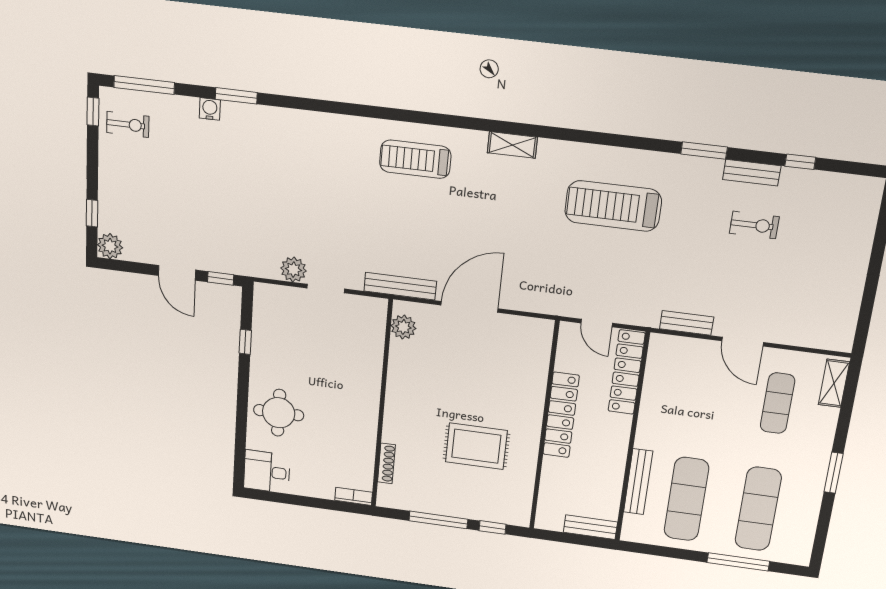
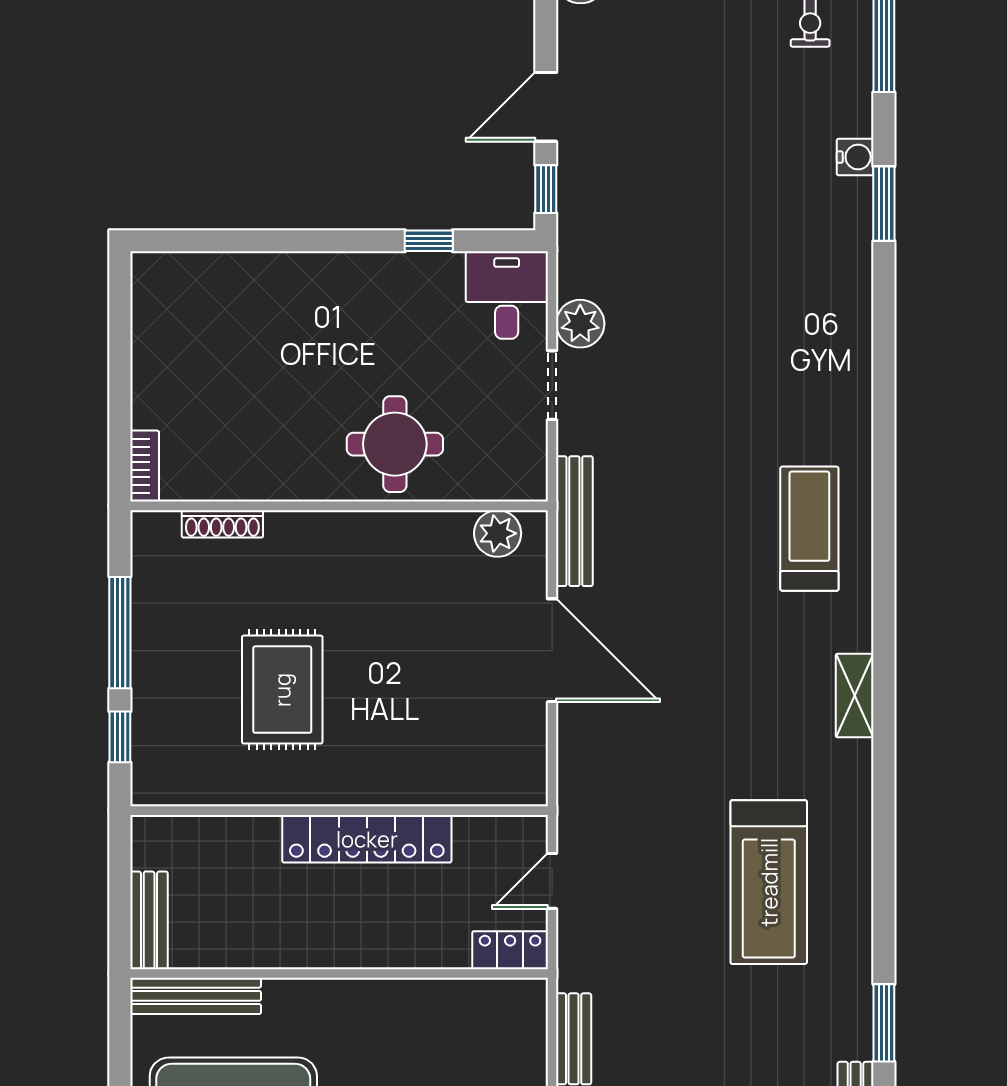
treadmill: (613, 206) -> (769, 882), turned 180
locker: (627, 372) -> (510, 950), width x0.46, depth x0.83
round table: (279, 413) -> (395, 444), moved
desk: (267, 472) -> (507, 295), moved
bench: (638, 482) -> (196, 996), moved

